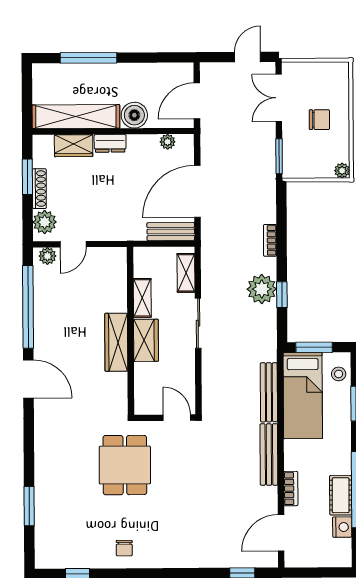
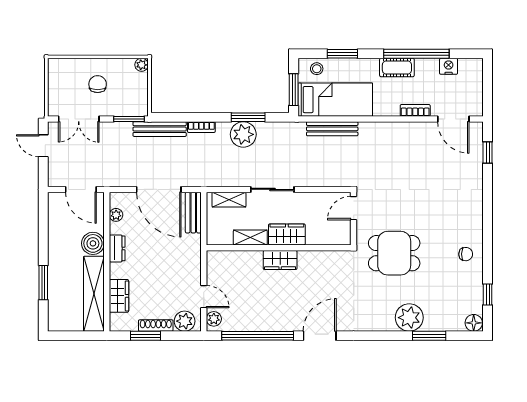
window: (88, 58) -> (43, 283), width x0.69
dresser: (110, 143) -> (117, 248), moved
window: (282, 295) -> (248, 117), width x1.50
wardrobe: (116, 342) -> (280, 260), width x0.67
bench: (269, 455) -> (160, 129), moved
plant: (50, 483) -> (409, 318), added
cot: (341, 495) -> (397, 67), moved
floor lamp: (44, 558) -> (474, 323), added

